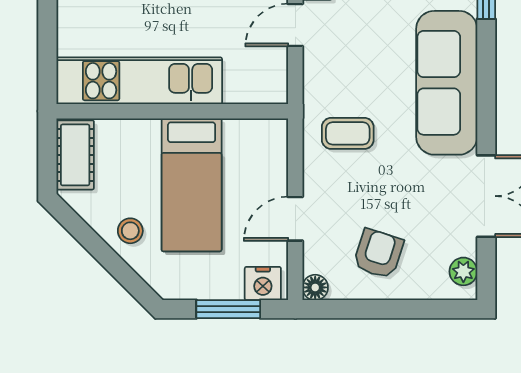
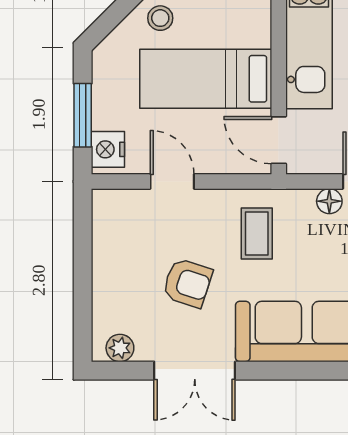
door: (253, 111) -> (279, 140), added
armchair: (378, 254) -> (187, 283), moved
floor lamp: (315, 287) -> (329, 201), moved

